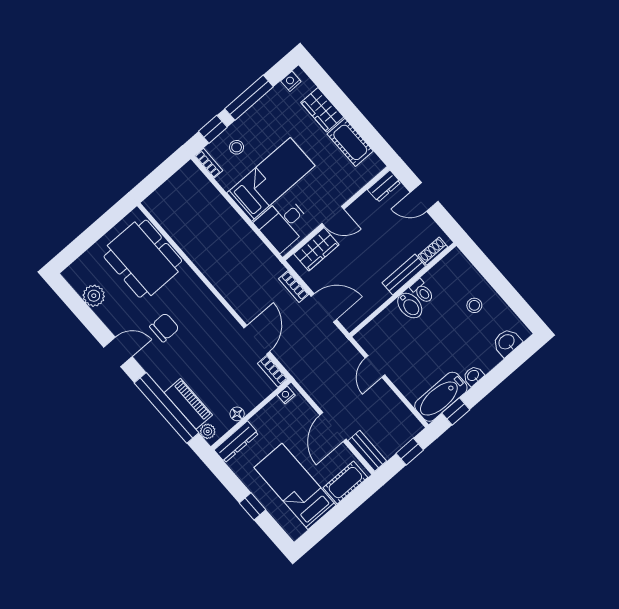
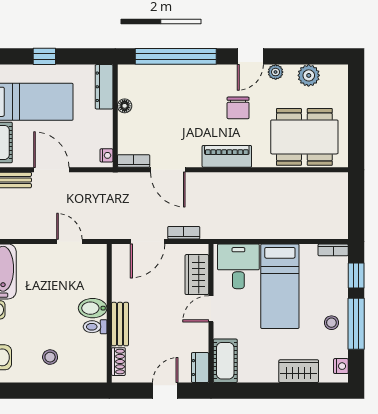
cot: (350, 142) -> (225, 361), moved, turned 90
stool: (237, 147) -> (331, 323), moved
piano: (188, 404) -> (227, 156), moved, turned 180
plant: (208, 431) -> (276, 72), moved

